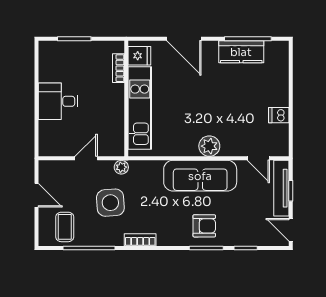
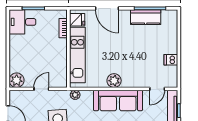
desk: (58, 101) -> (22, 22), moved
plant: (49, 146) -> (17, 80), added
plant: (209, 146) -> (114, 81), moved
door: (258, 158) -> (157, 89), hinge flipped
plant: (121, 167) -> (75, 95), moved

